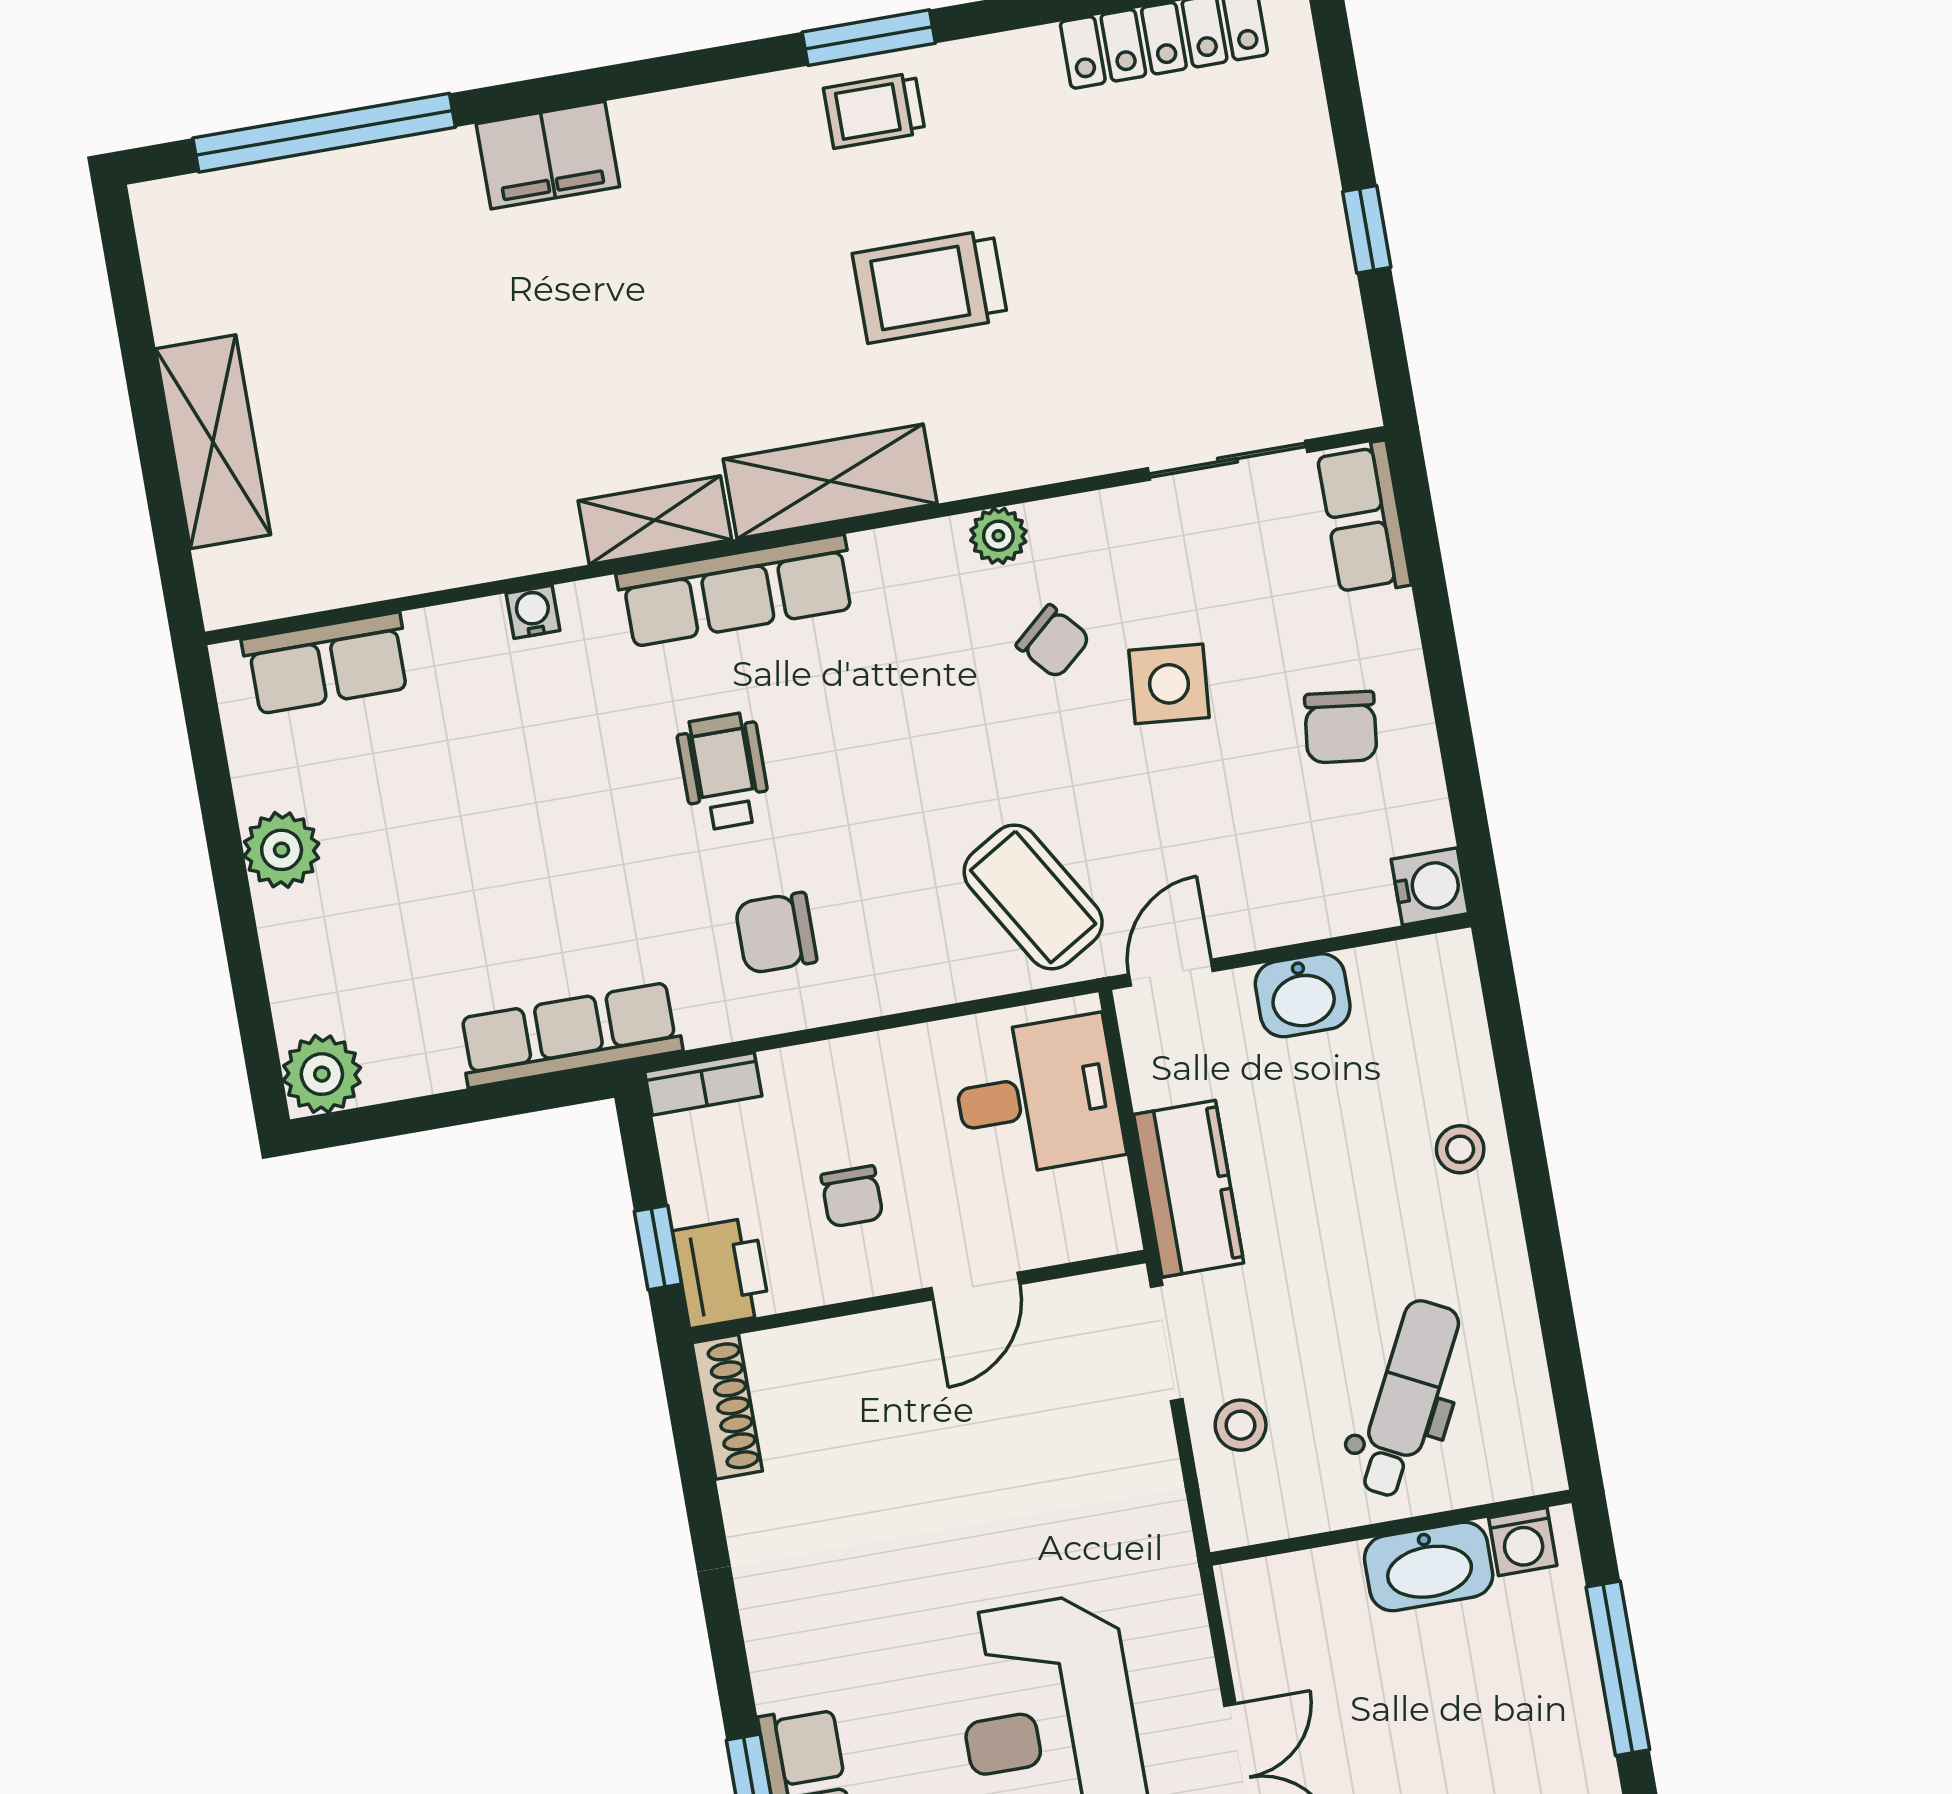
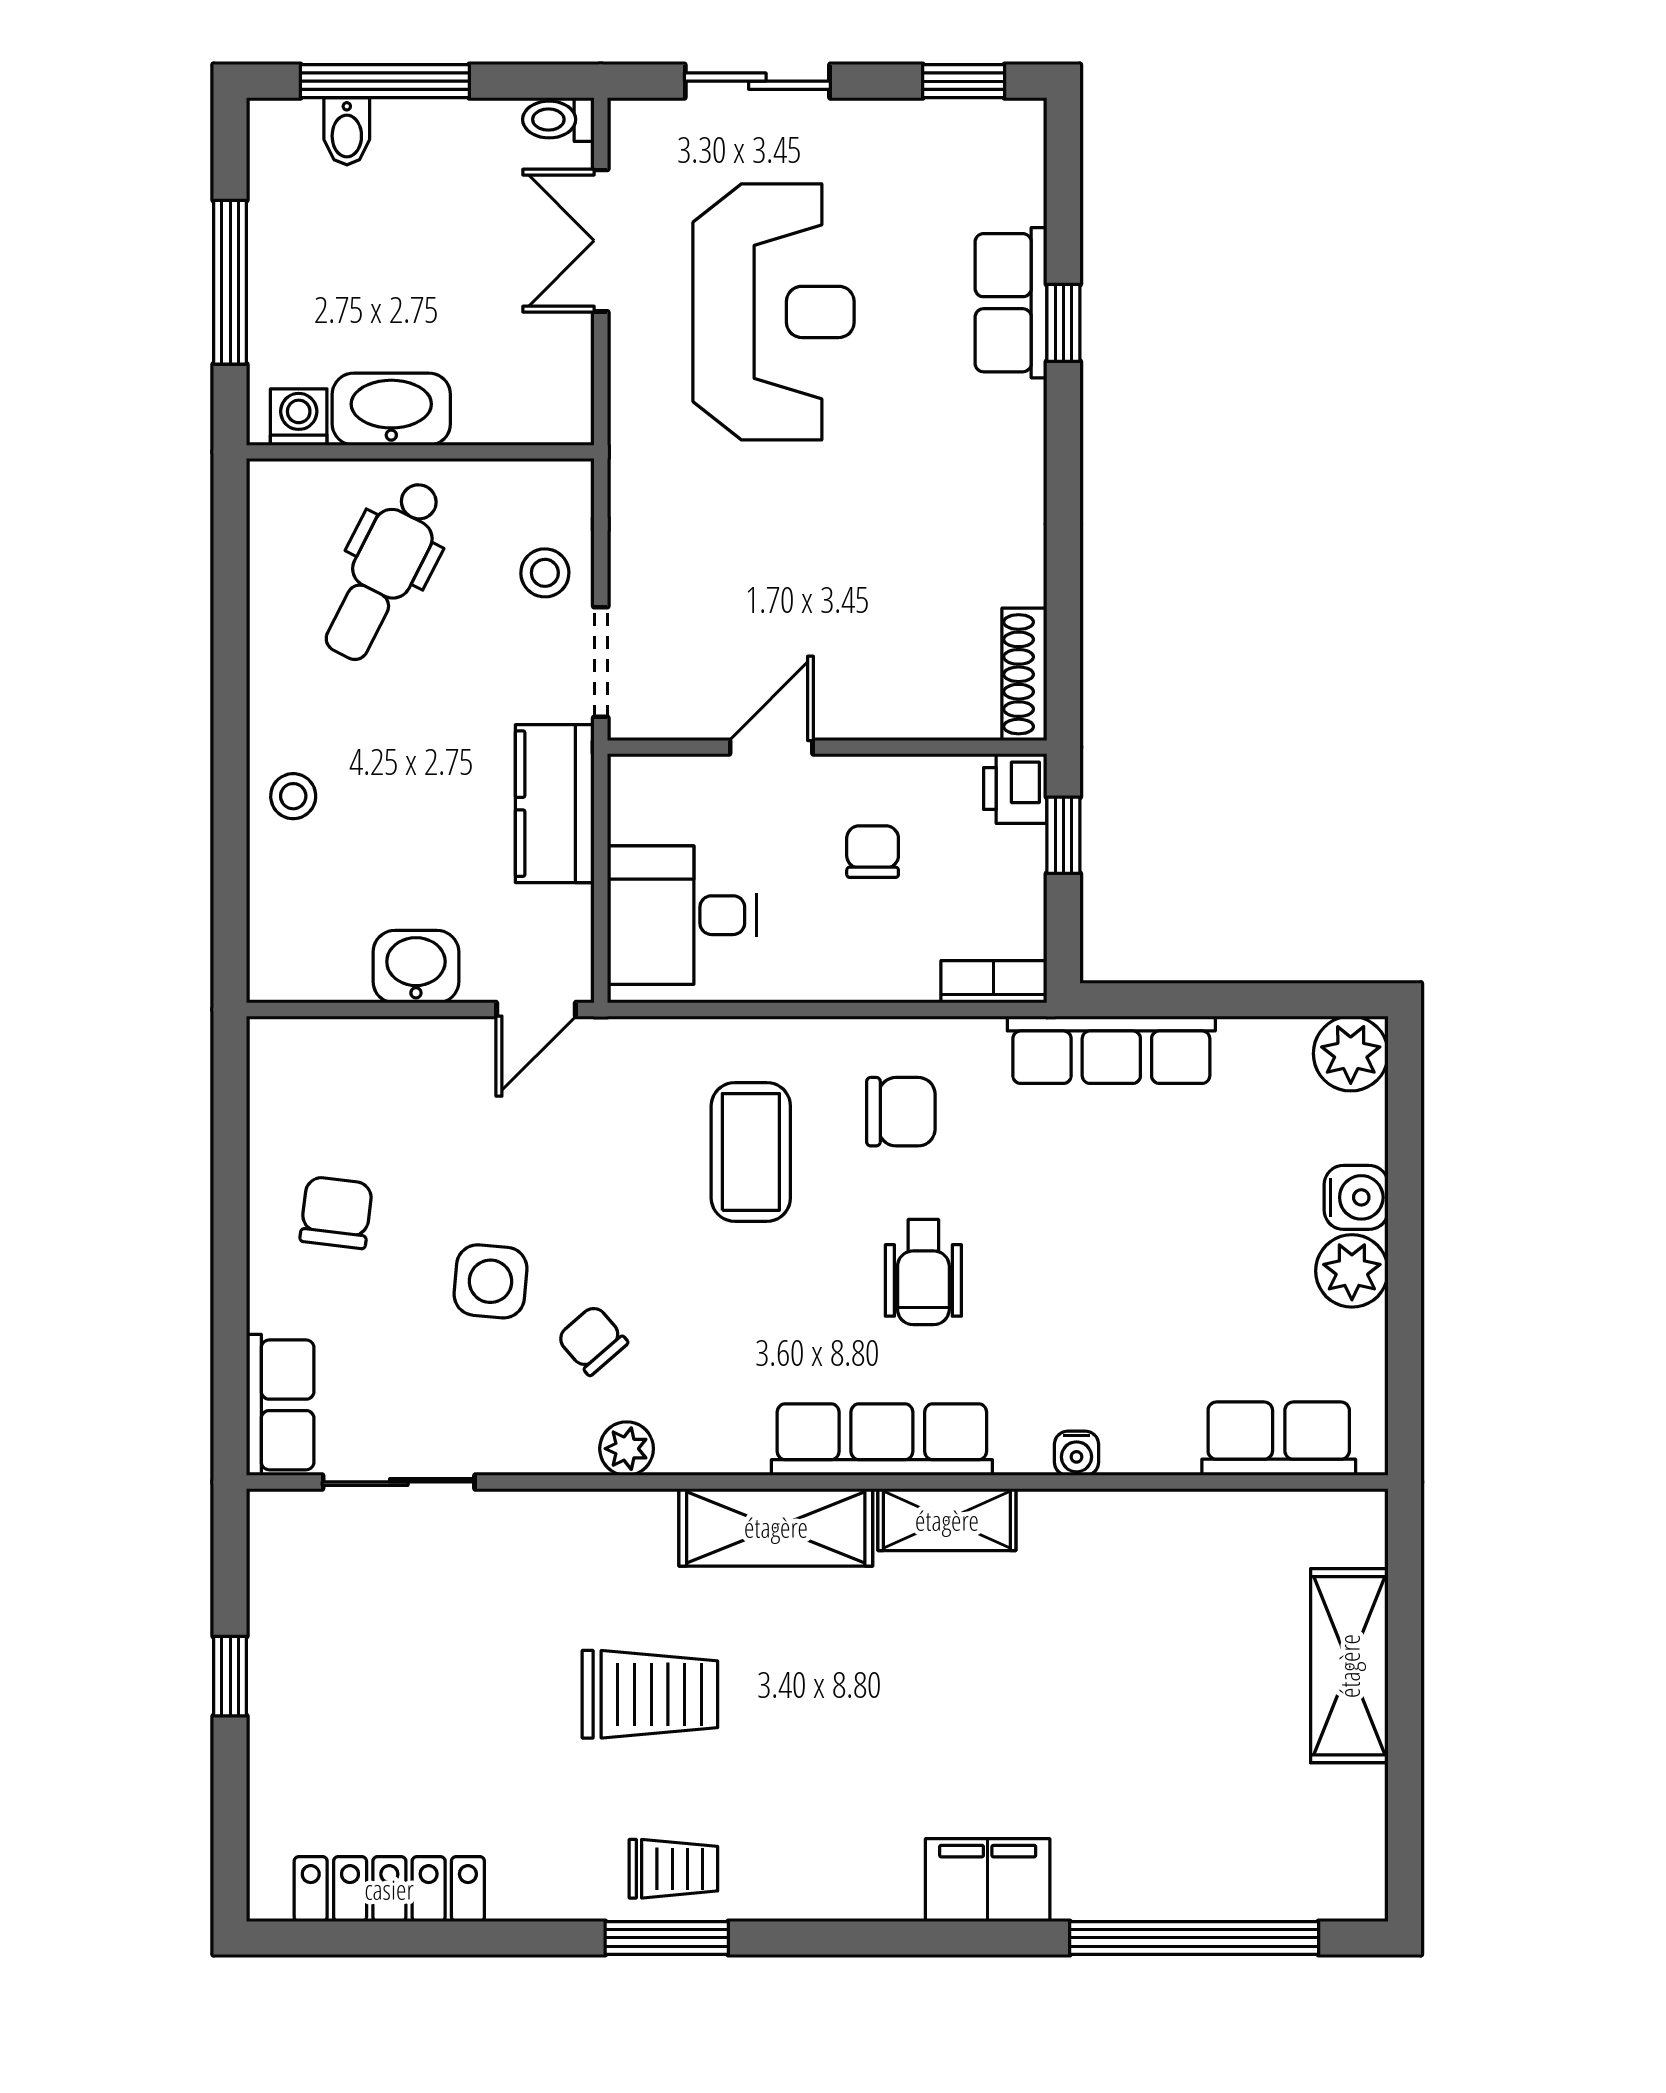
water cooler: (1430, 886) -> (1356, 1197), moved, turned 180
coffee table: (1033, 897) -> (751, 1152), moved, turned 31
printer: (722, 1273) -> (1015, 789), width x0.73, depth x0.81

